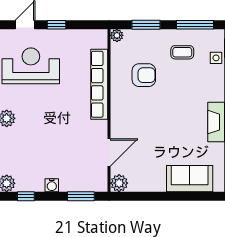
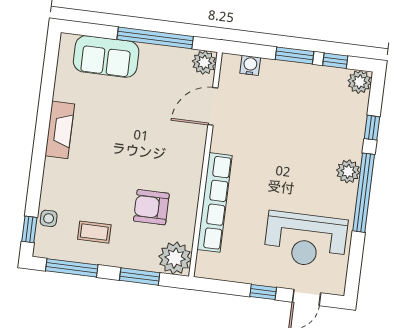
plant: (117, 35) -> (175, 258), width x1.87, depth x1.87
water cooler: (52, 185) -> (250, 65), moved
window: (81, 196) -> (294, 55), moved
window: (156, 196) -> (155, 38), added

